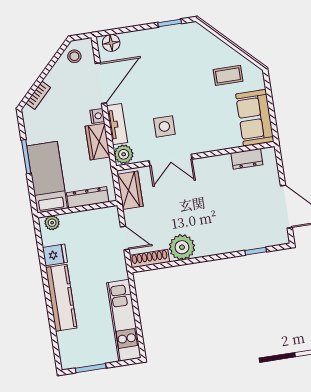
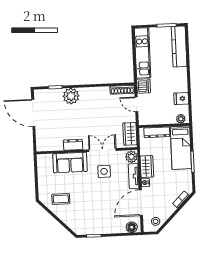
sofa: (255, 118) -> (70, 163), moved, turned 90
dresser: (247, 159) -> (73, 145), moved
plant: (182, 247) -> (71, 96), moved
dishwasher: (117, 268) -> (144, 86), added
kitchen counter: (61, 298) -> (179, 47), moved

